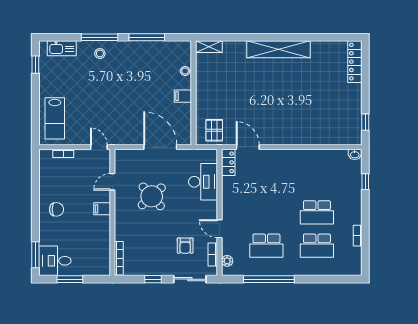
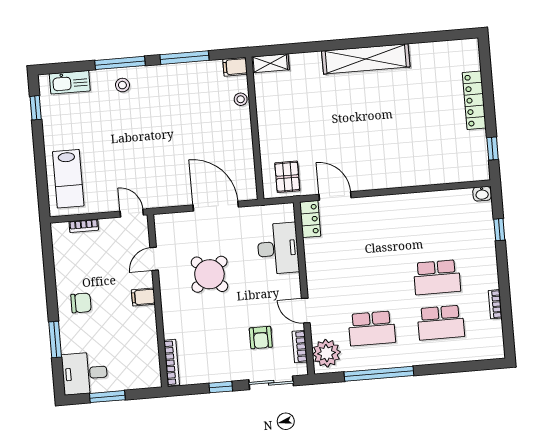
locker: (355, 62) -> (474, 100), moved
filing cabinet: (183, 96) -> (235, 67), moved
window: (35, 255) -> (55, 340), moved
plant: (227, 261) -> (326, 353), width x1.87, depth x1.87

